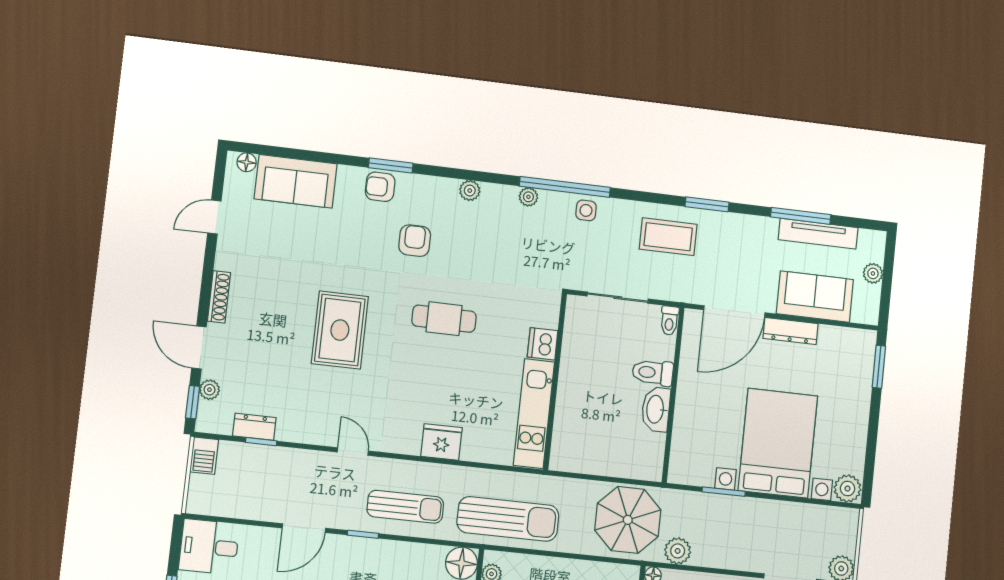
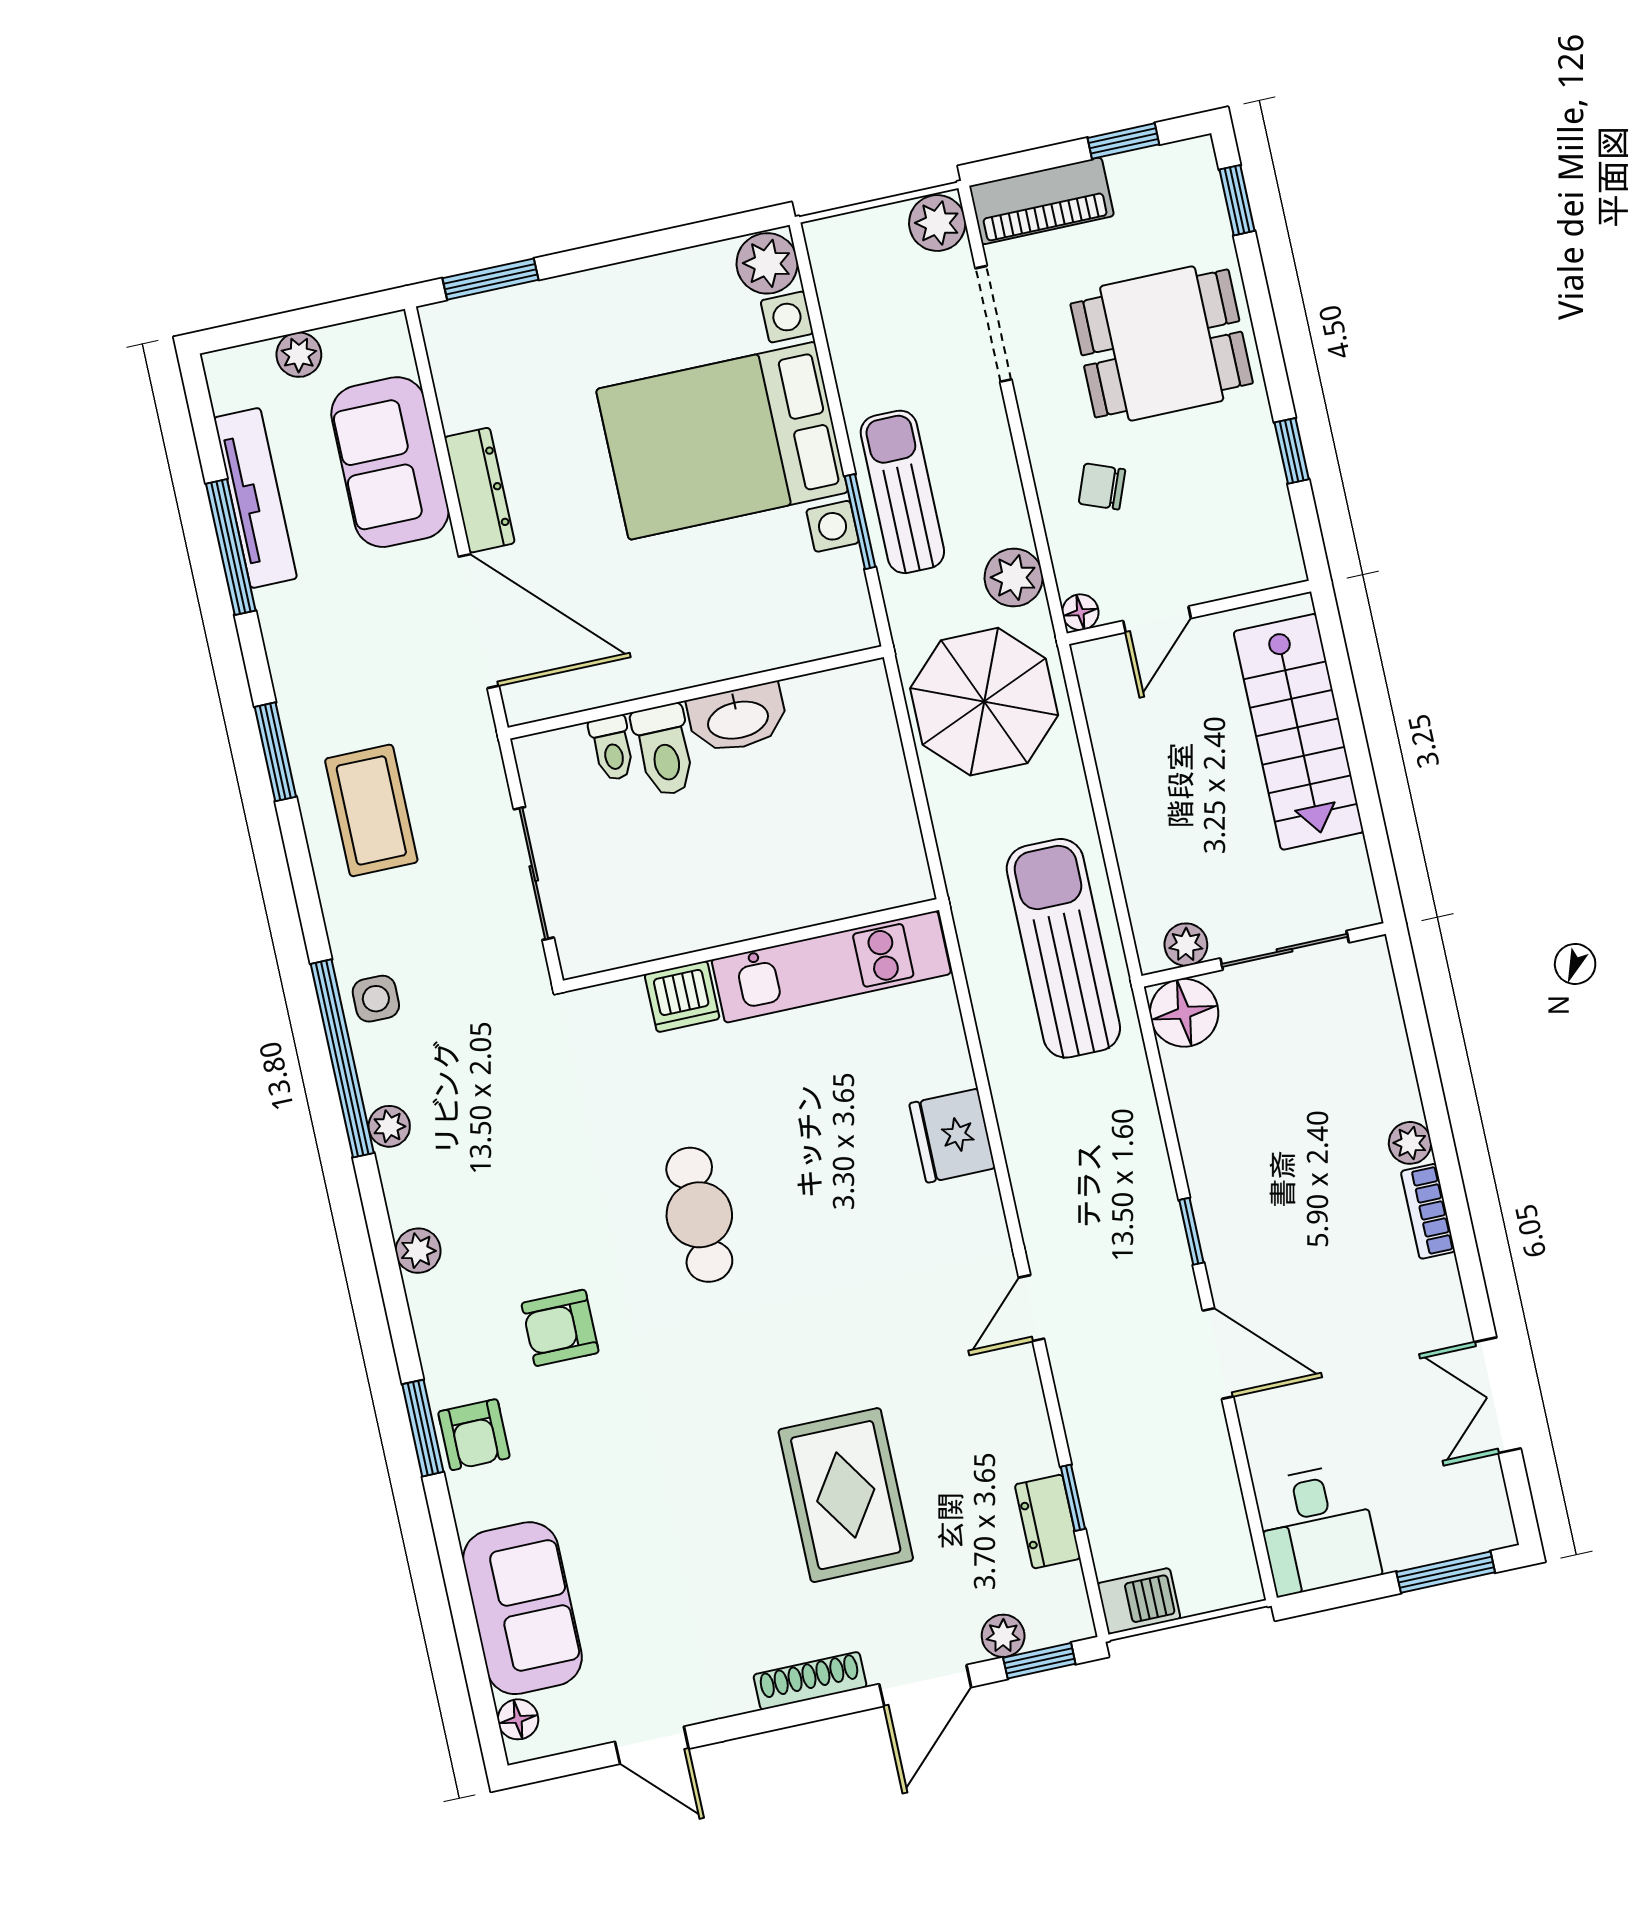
toilet: (669, 321) -> (612, 748), moved, turned 90
rug: (340, 330) -> (846, 1495), moved, turned 90
sun lounger: (405, 507) -> (902, 492), moved

